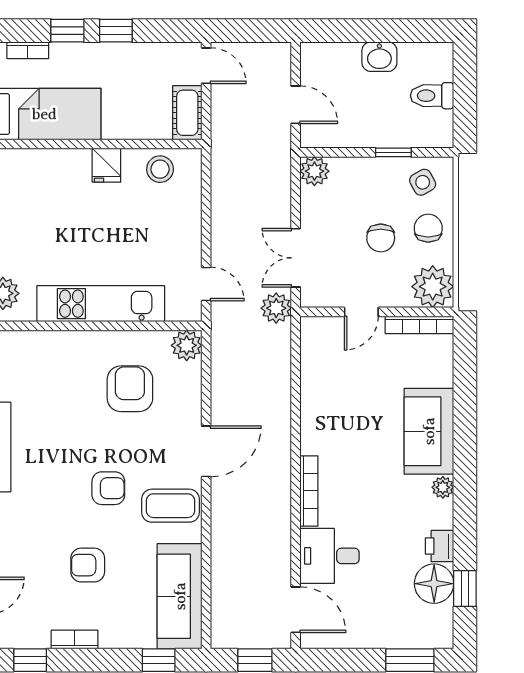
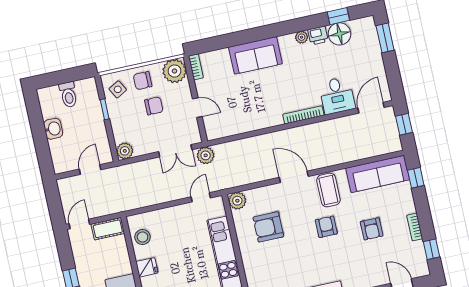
bookcase: (419, 325) -> (196, 67), width x0.64
plant: (443, 487) -> (302, 37), moved

